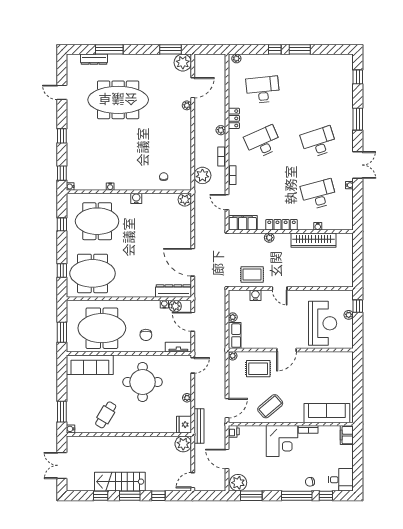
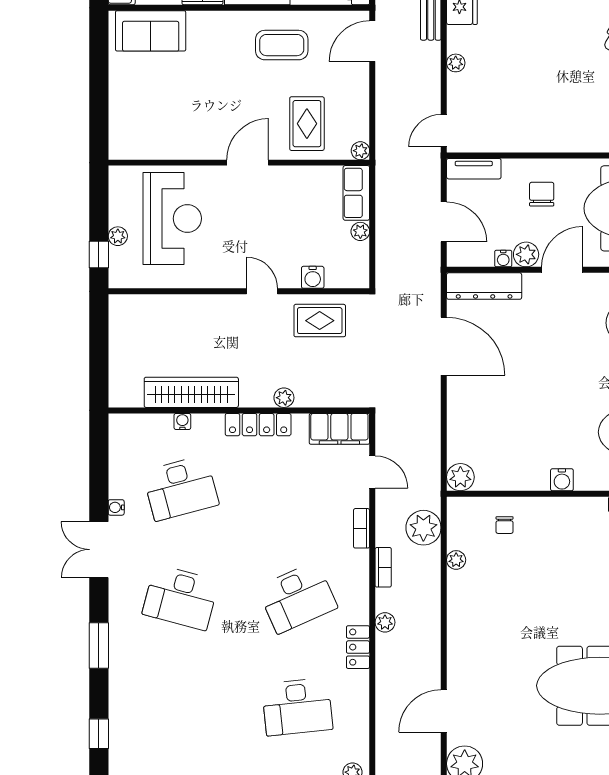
plant: (187, 105) -> (456, 560), moved
desk: (319, 142) -> (181, 597), turned 33
door: (136, 299) -> (562, 270), added
plant: (175, 306) -> (526, 254), moved
reception desk: (323, 323) -> (172, 218), turned 180
rug: (258, 369) -> (307, 124), turned 90
round table: (143, 382) -> (549, 96), removed
coffee table: (270, 406) -> (282, 45), turned 40
sofa: (327, 413) -> (151, 31), width x0.73

